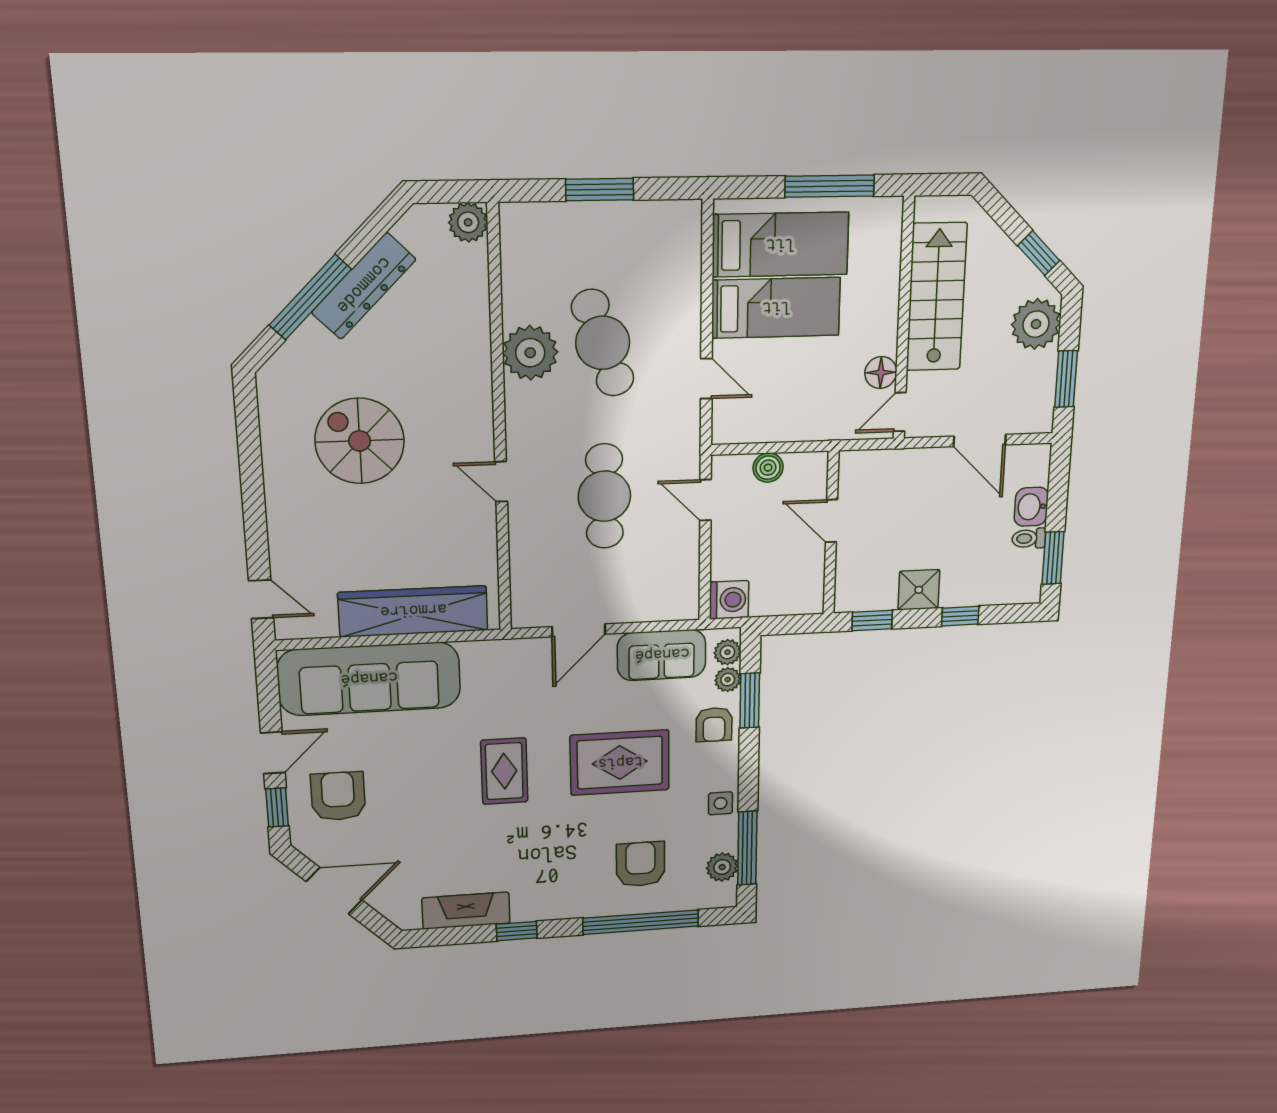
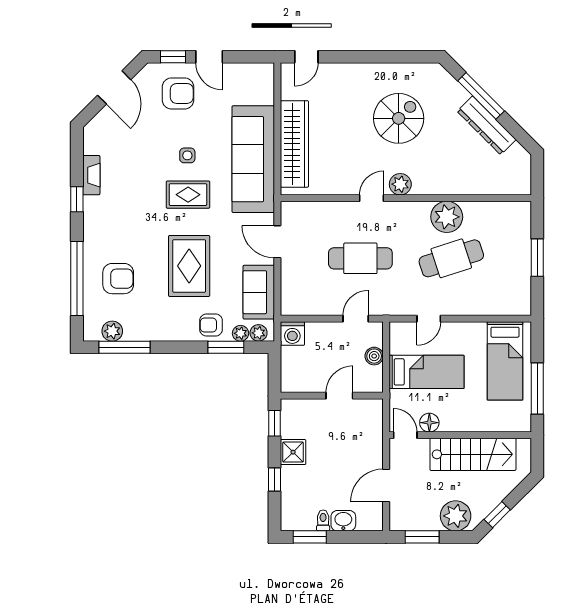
plant: (468, 222) -> (400, 184), moved
bed: (776, 308) -> (426, 372), moved, turned -90
sofa: (369, 679) -> (253, 159), moved
side table: (721, 803) -> (187, 155), moved
fireplace: (466, 911) -> (91, 175), width x0.73, depth x0.76

